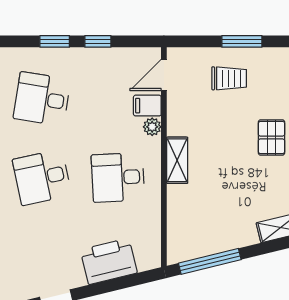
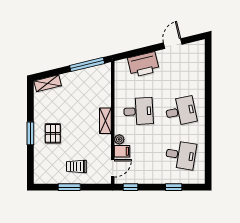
window: (98, 41) -> (130, 187), moved

